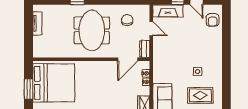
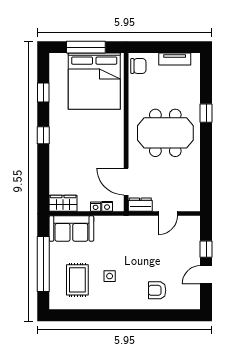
fireplace: (168, 11) -> (192, 236), removed
chair: (127, 20) -> (138, 66), moved
armchair: (213, 20) -> (157, 290), moved
window: (29, 89) -> (86, 47), width x1.44

